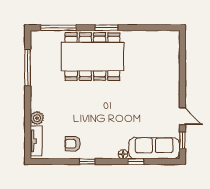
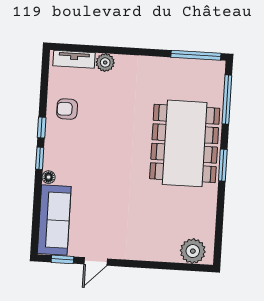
plant: (171, 46) -> (193, 251), added
window: (28, 68) -> (196, 55), moved
armchair: (73, 144) -> (67, 109), turned -90
window: (136, 162) -> (40, 158), moved

